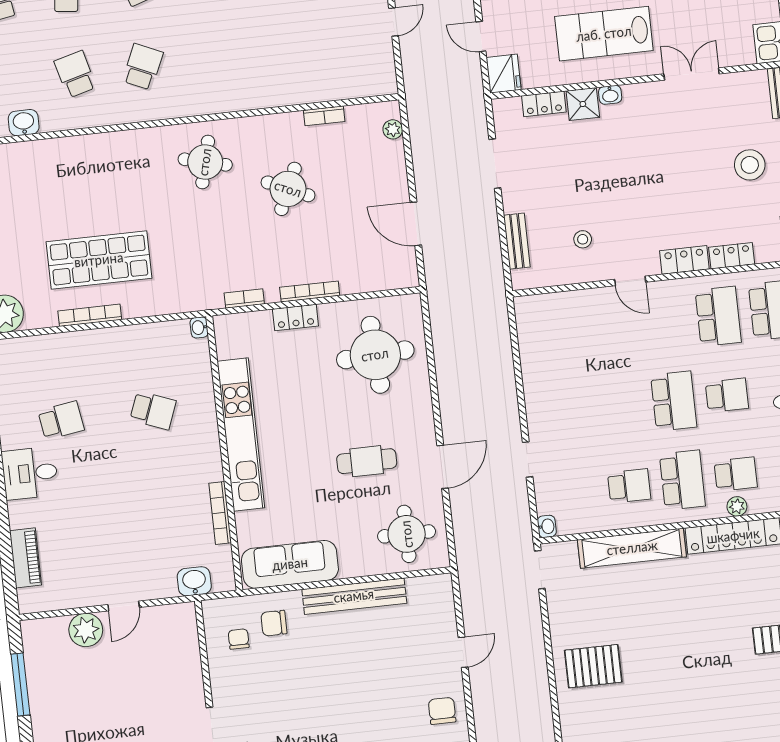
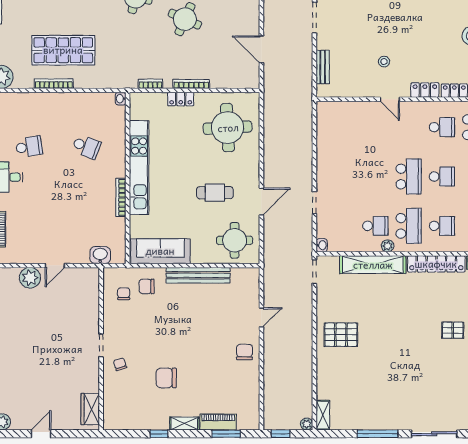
stool: (583, 239) -> (384, 62), moved
school desk: (718, 316) -> (442, 127), width x0.54
plant: (737, 506) -> (388, 246), moved
bookcase: (220, 513) -> (121, 197), moved

